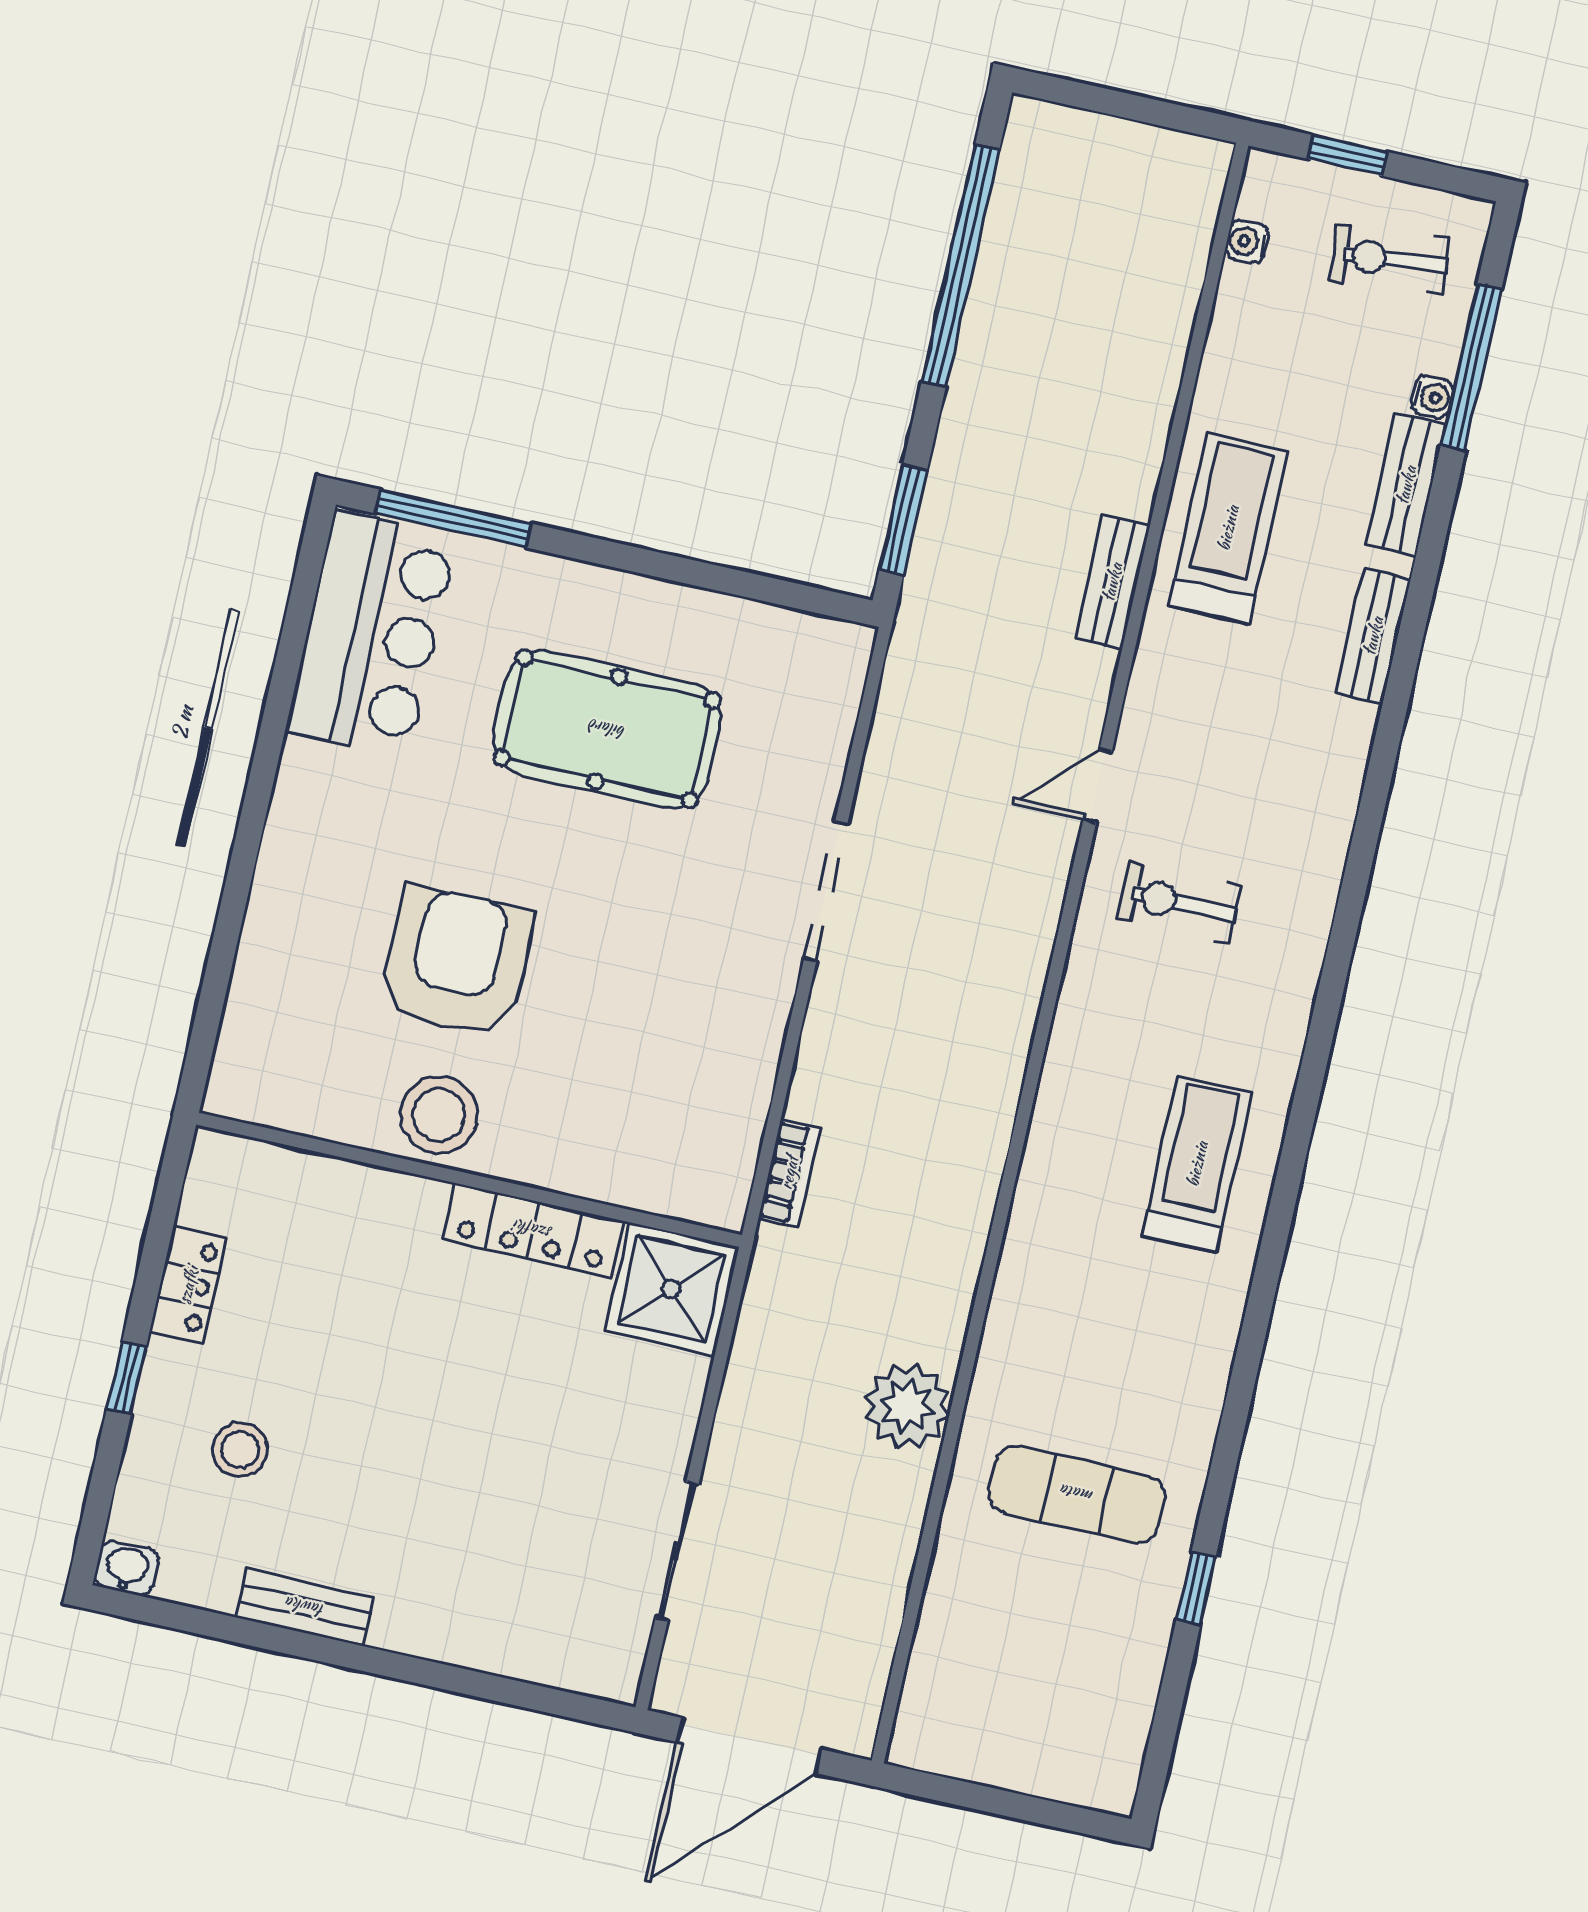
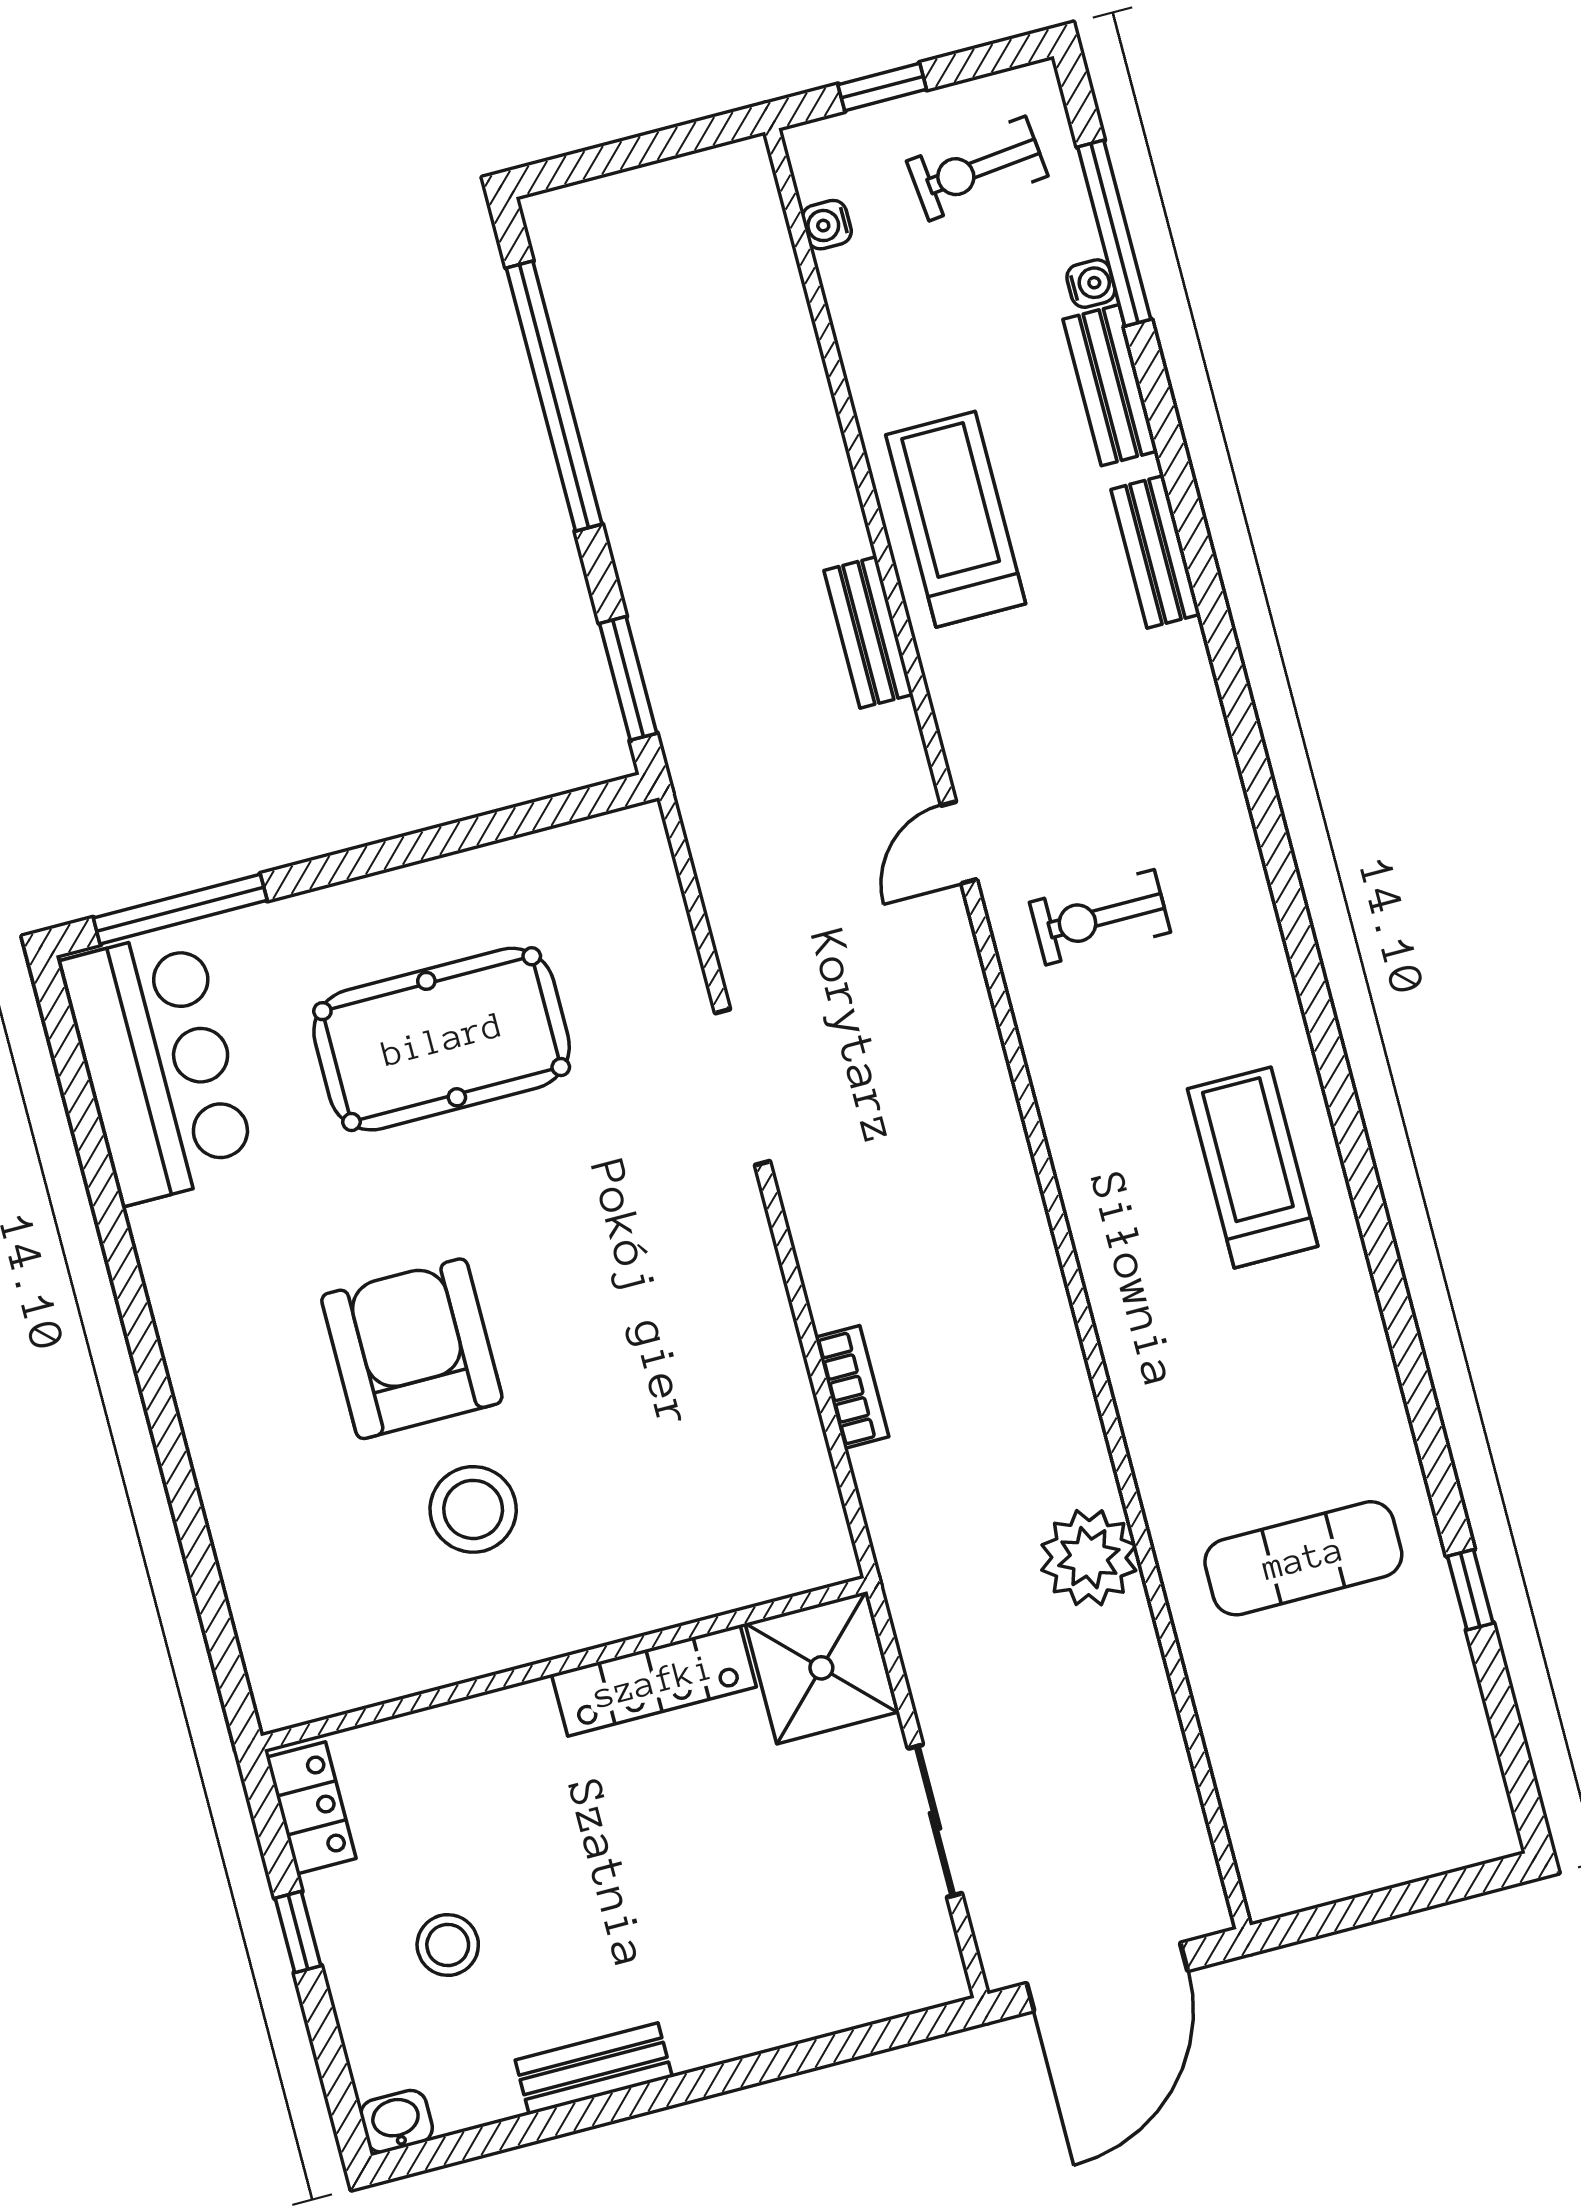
wall: (469, 1180) -> (564, 1664), moved
locker: (533, 1230) -> (654, 1681), moved
shower: (671, 1289) -> (821, 1668), moved

